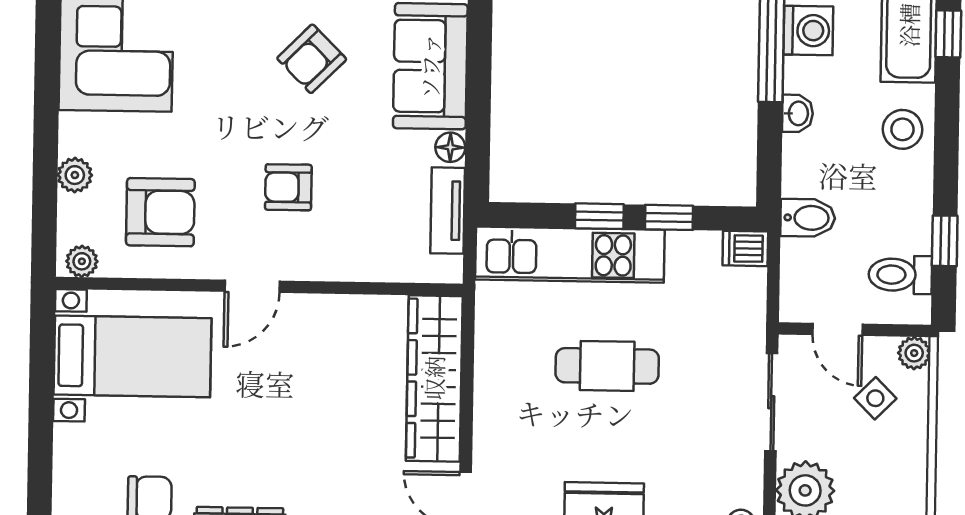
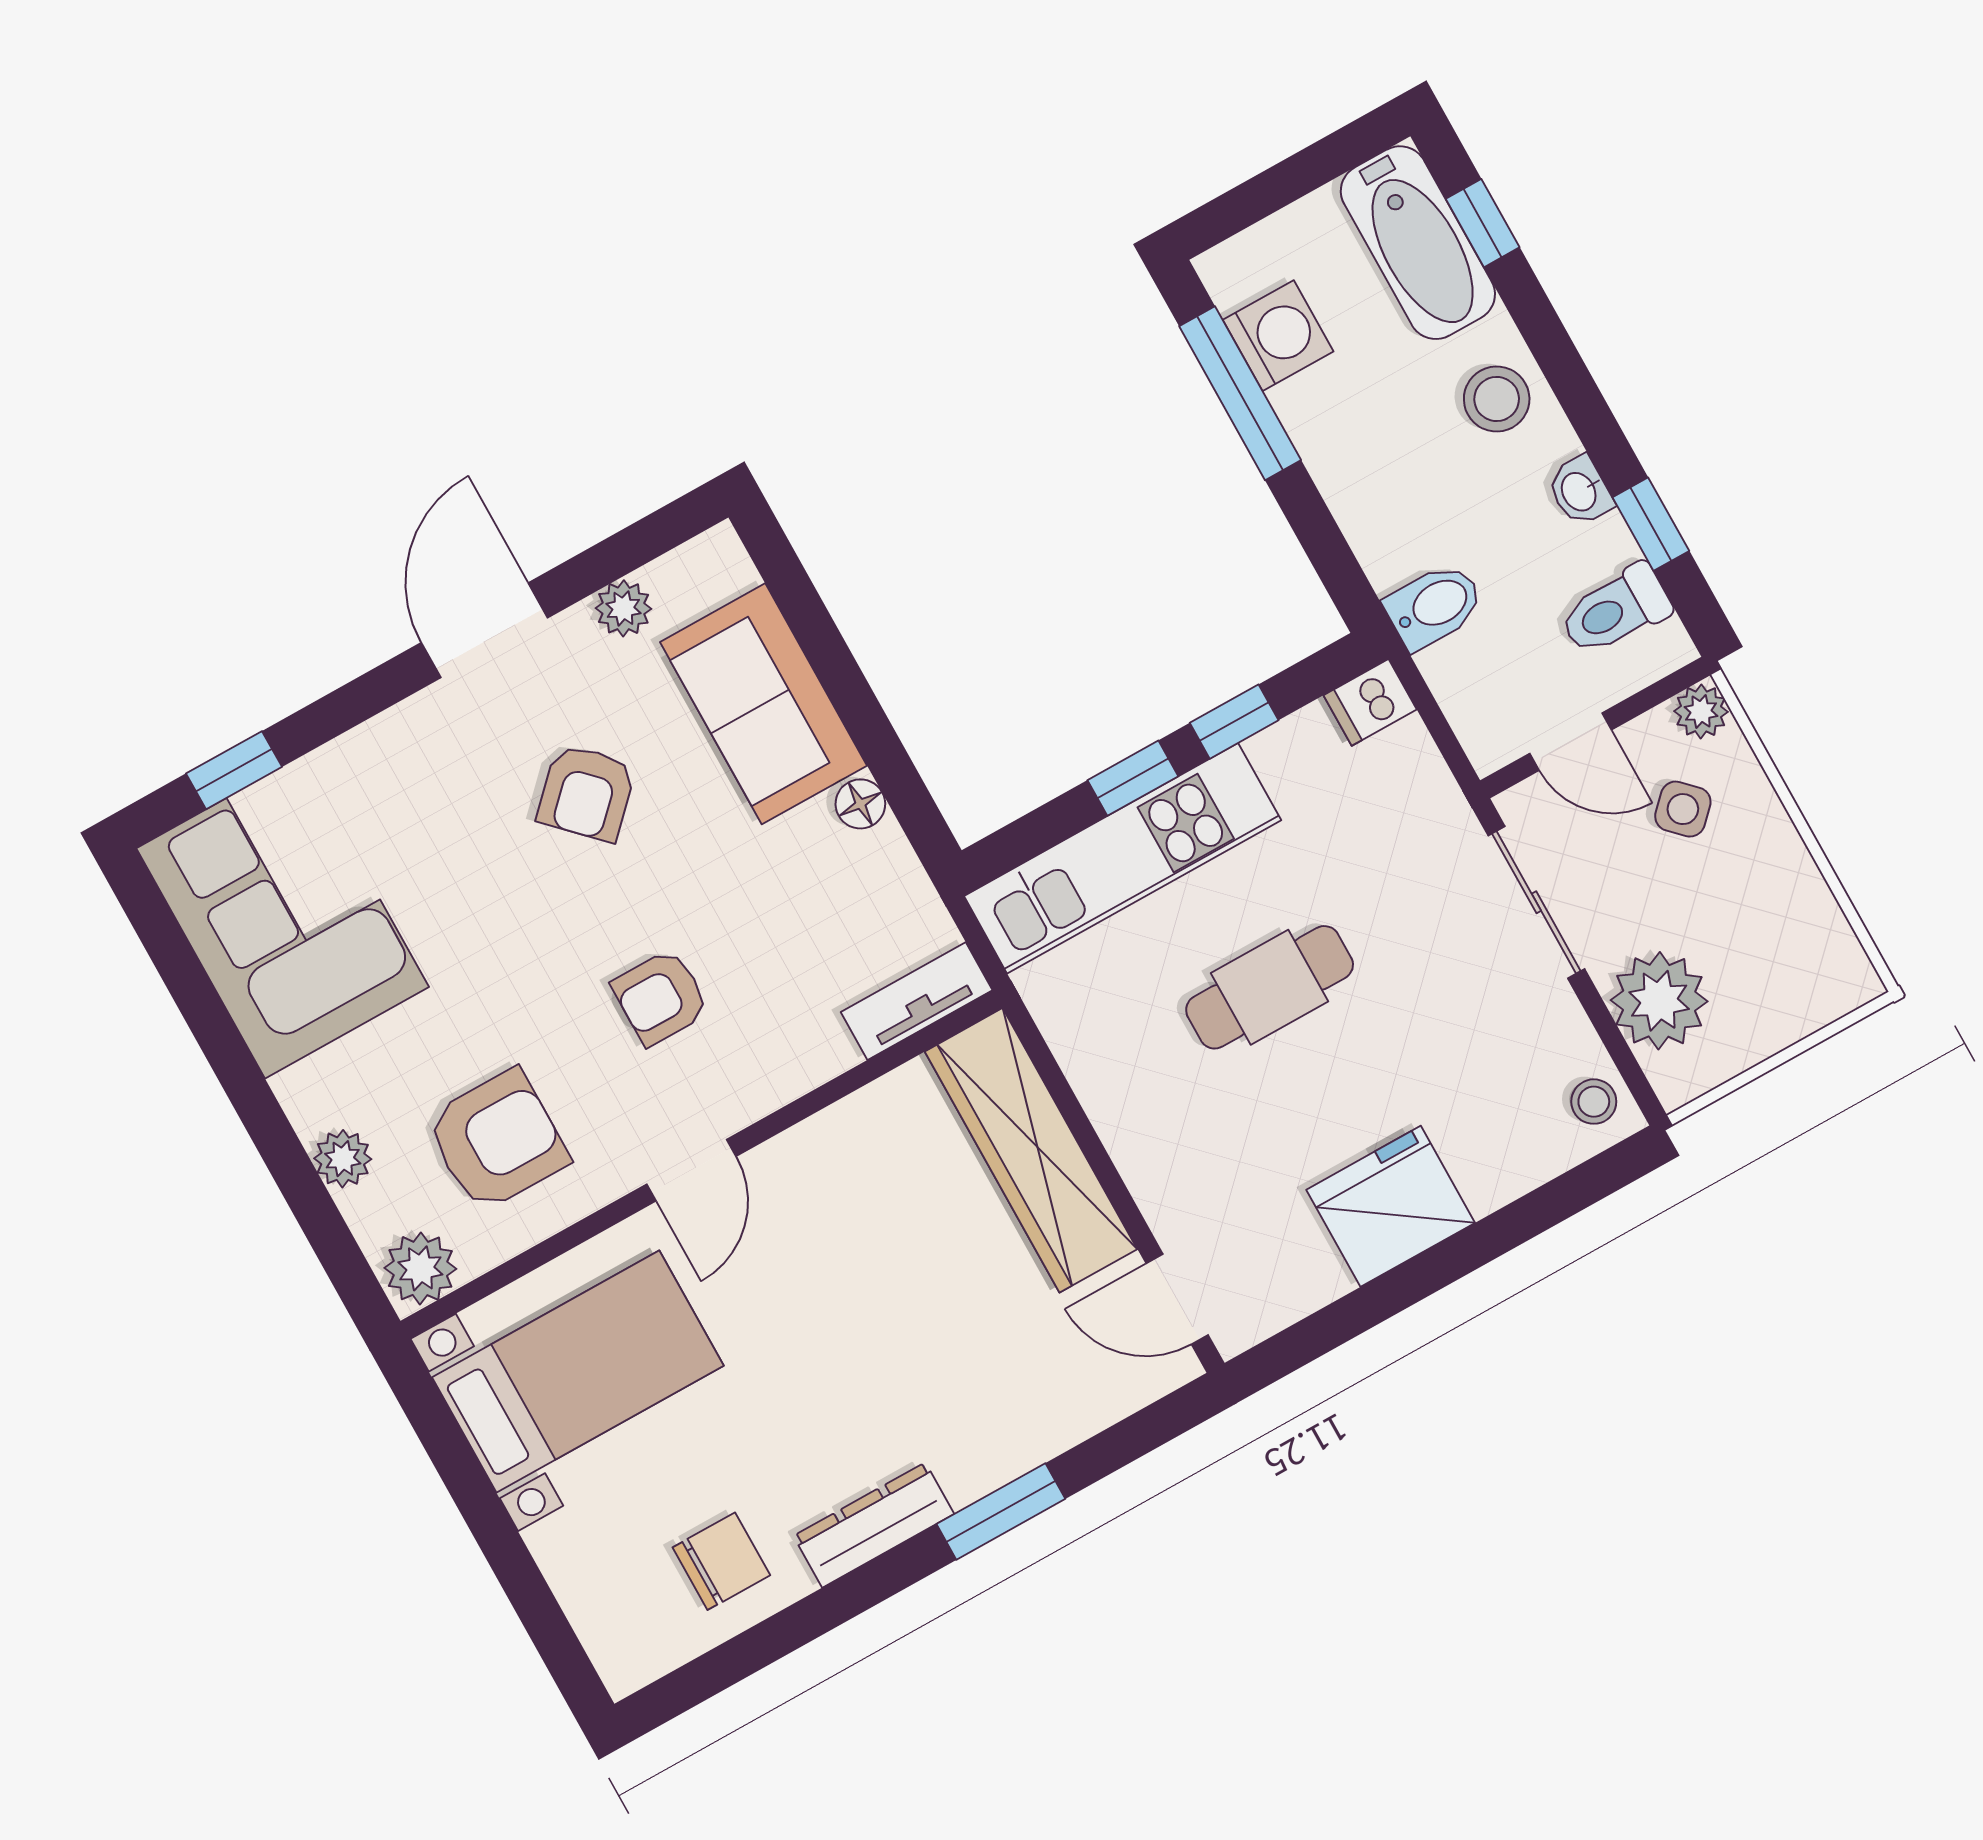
washbasin: (797, 113) -> (1580, 491), moved, turned 180
tv unit: (448, 211) -> (917, 1001), moved, turned 90
plant: (82, 261) -> (420, 1268), width x1.38, depth x1.38

